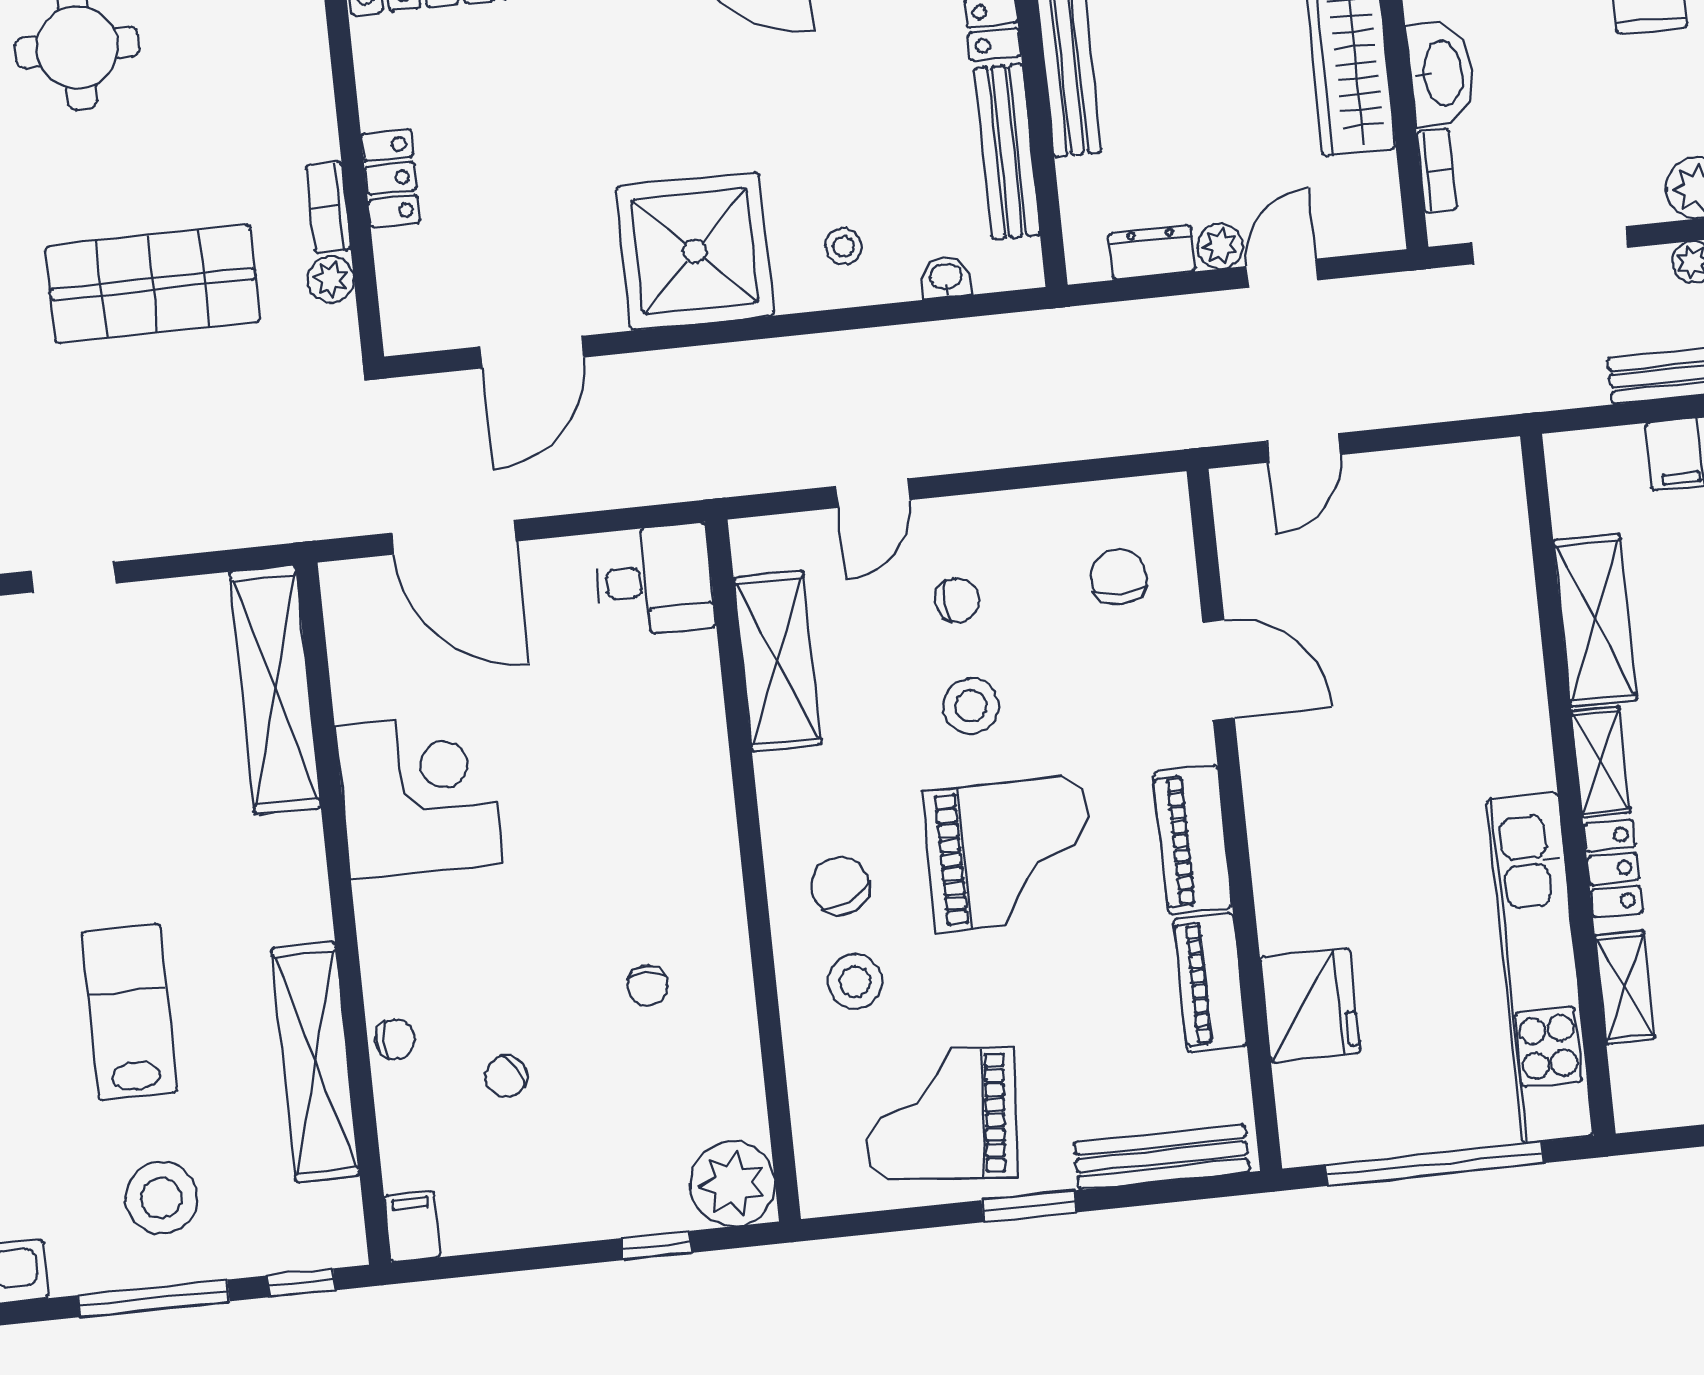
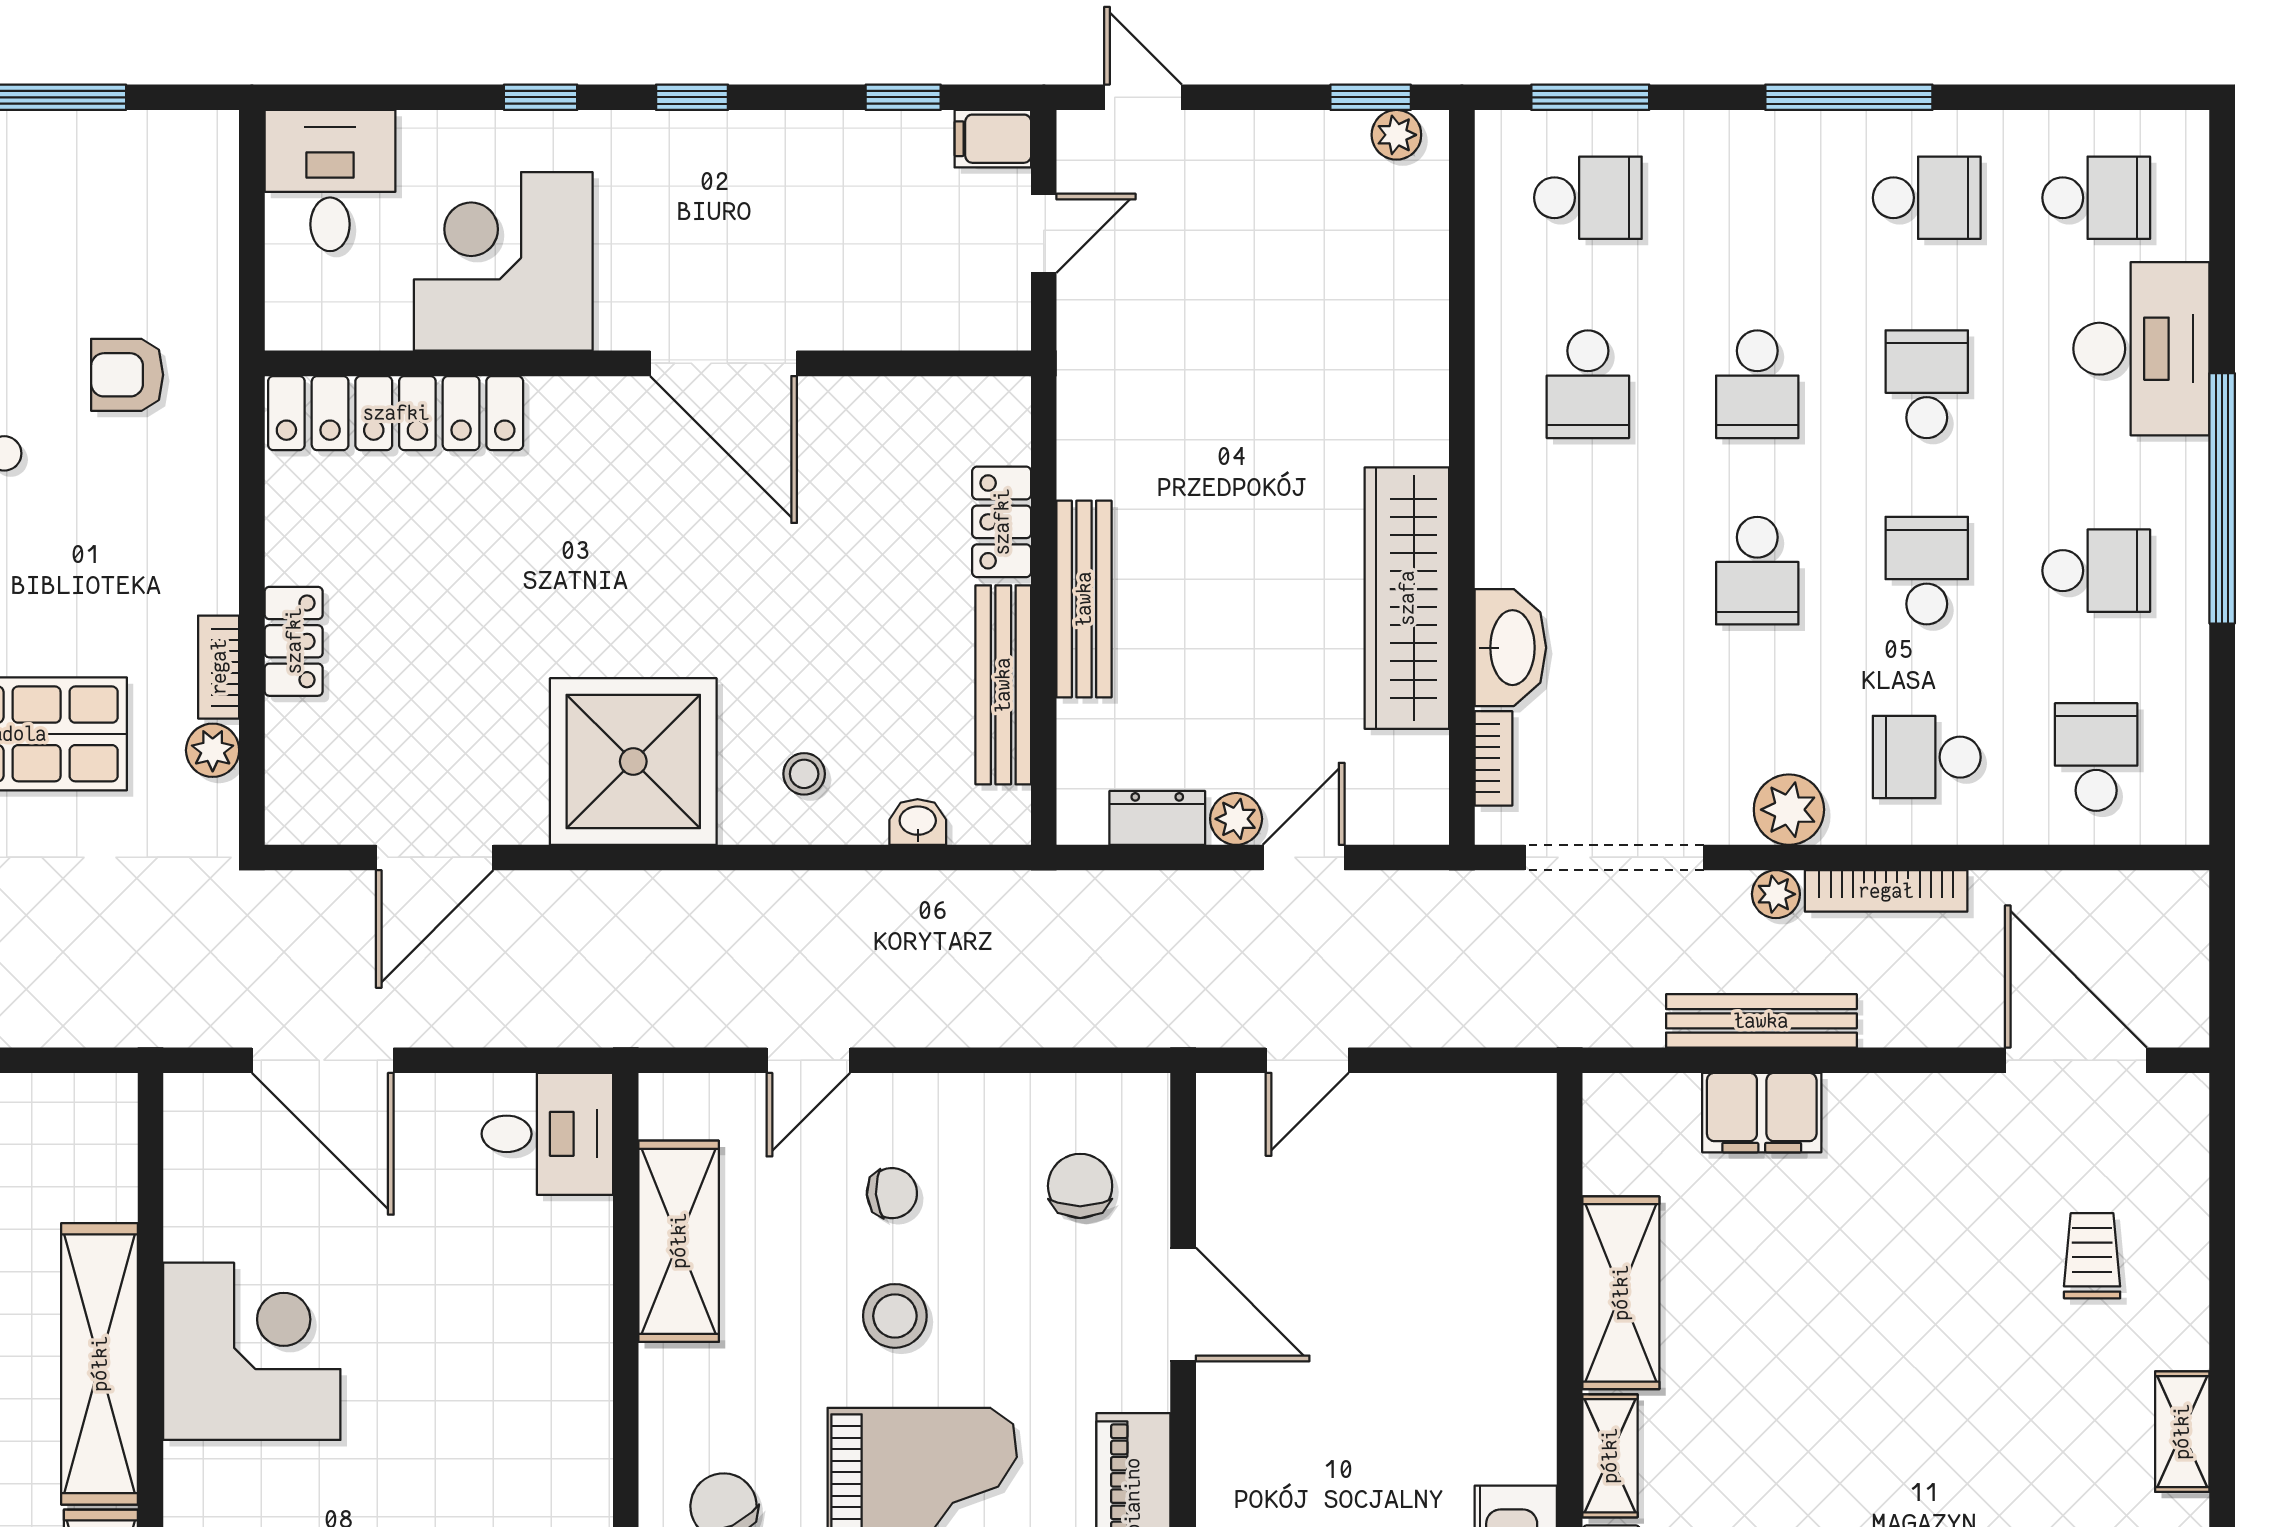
shelving: (275, 690) -> (100, 1364), moved

